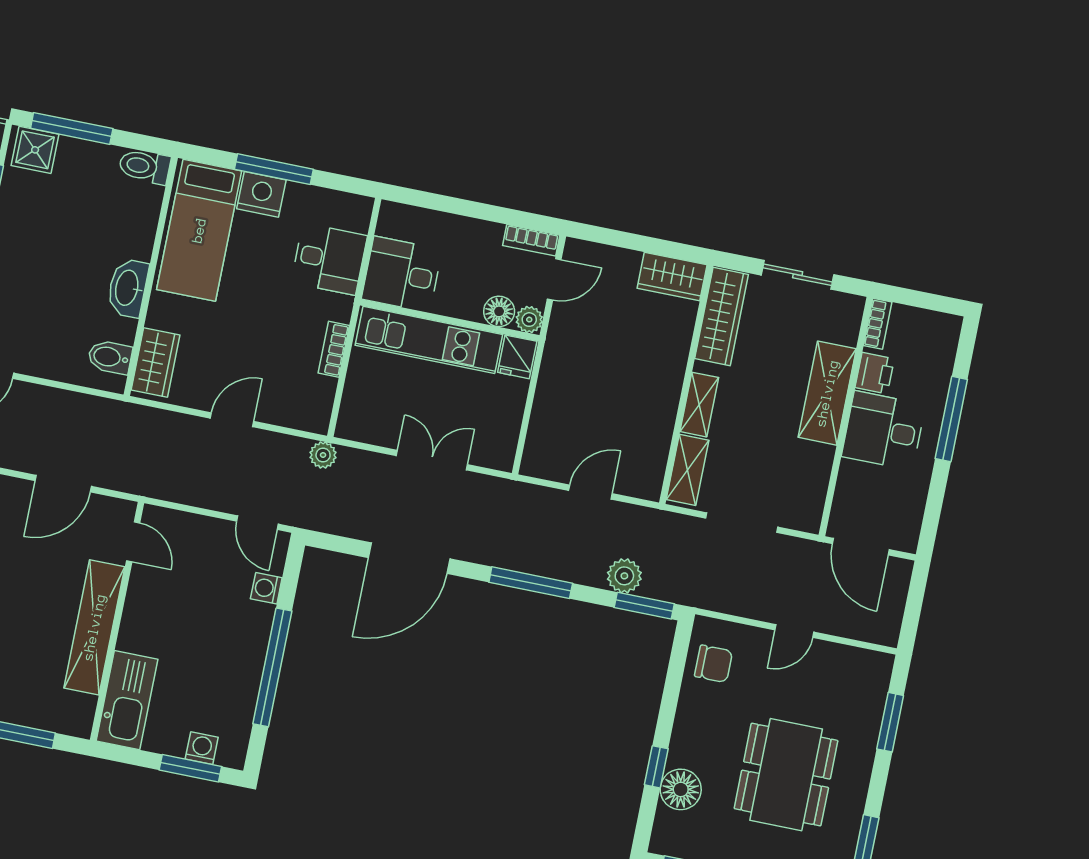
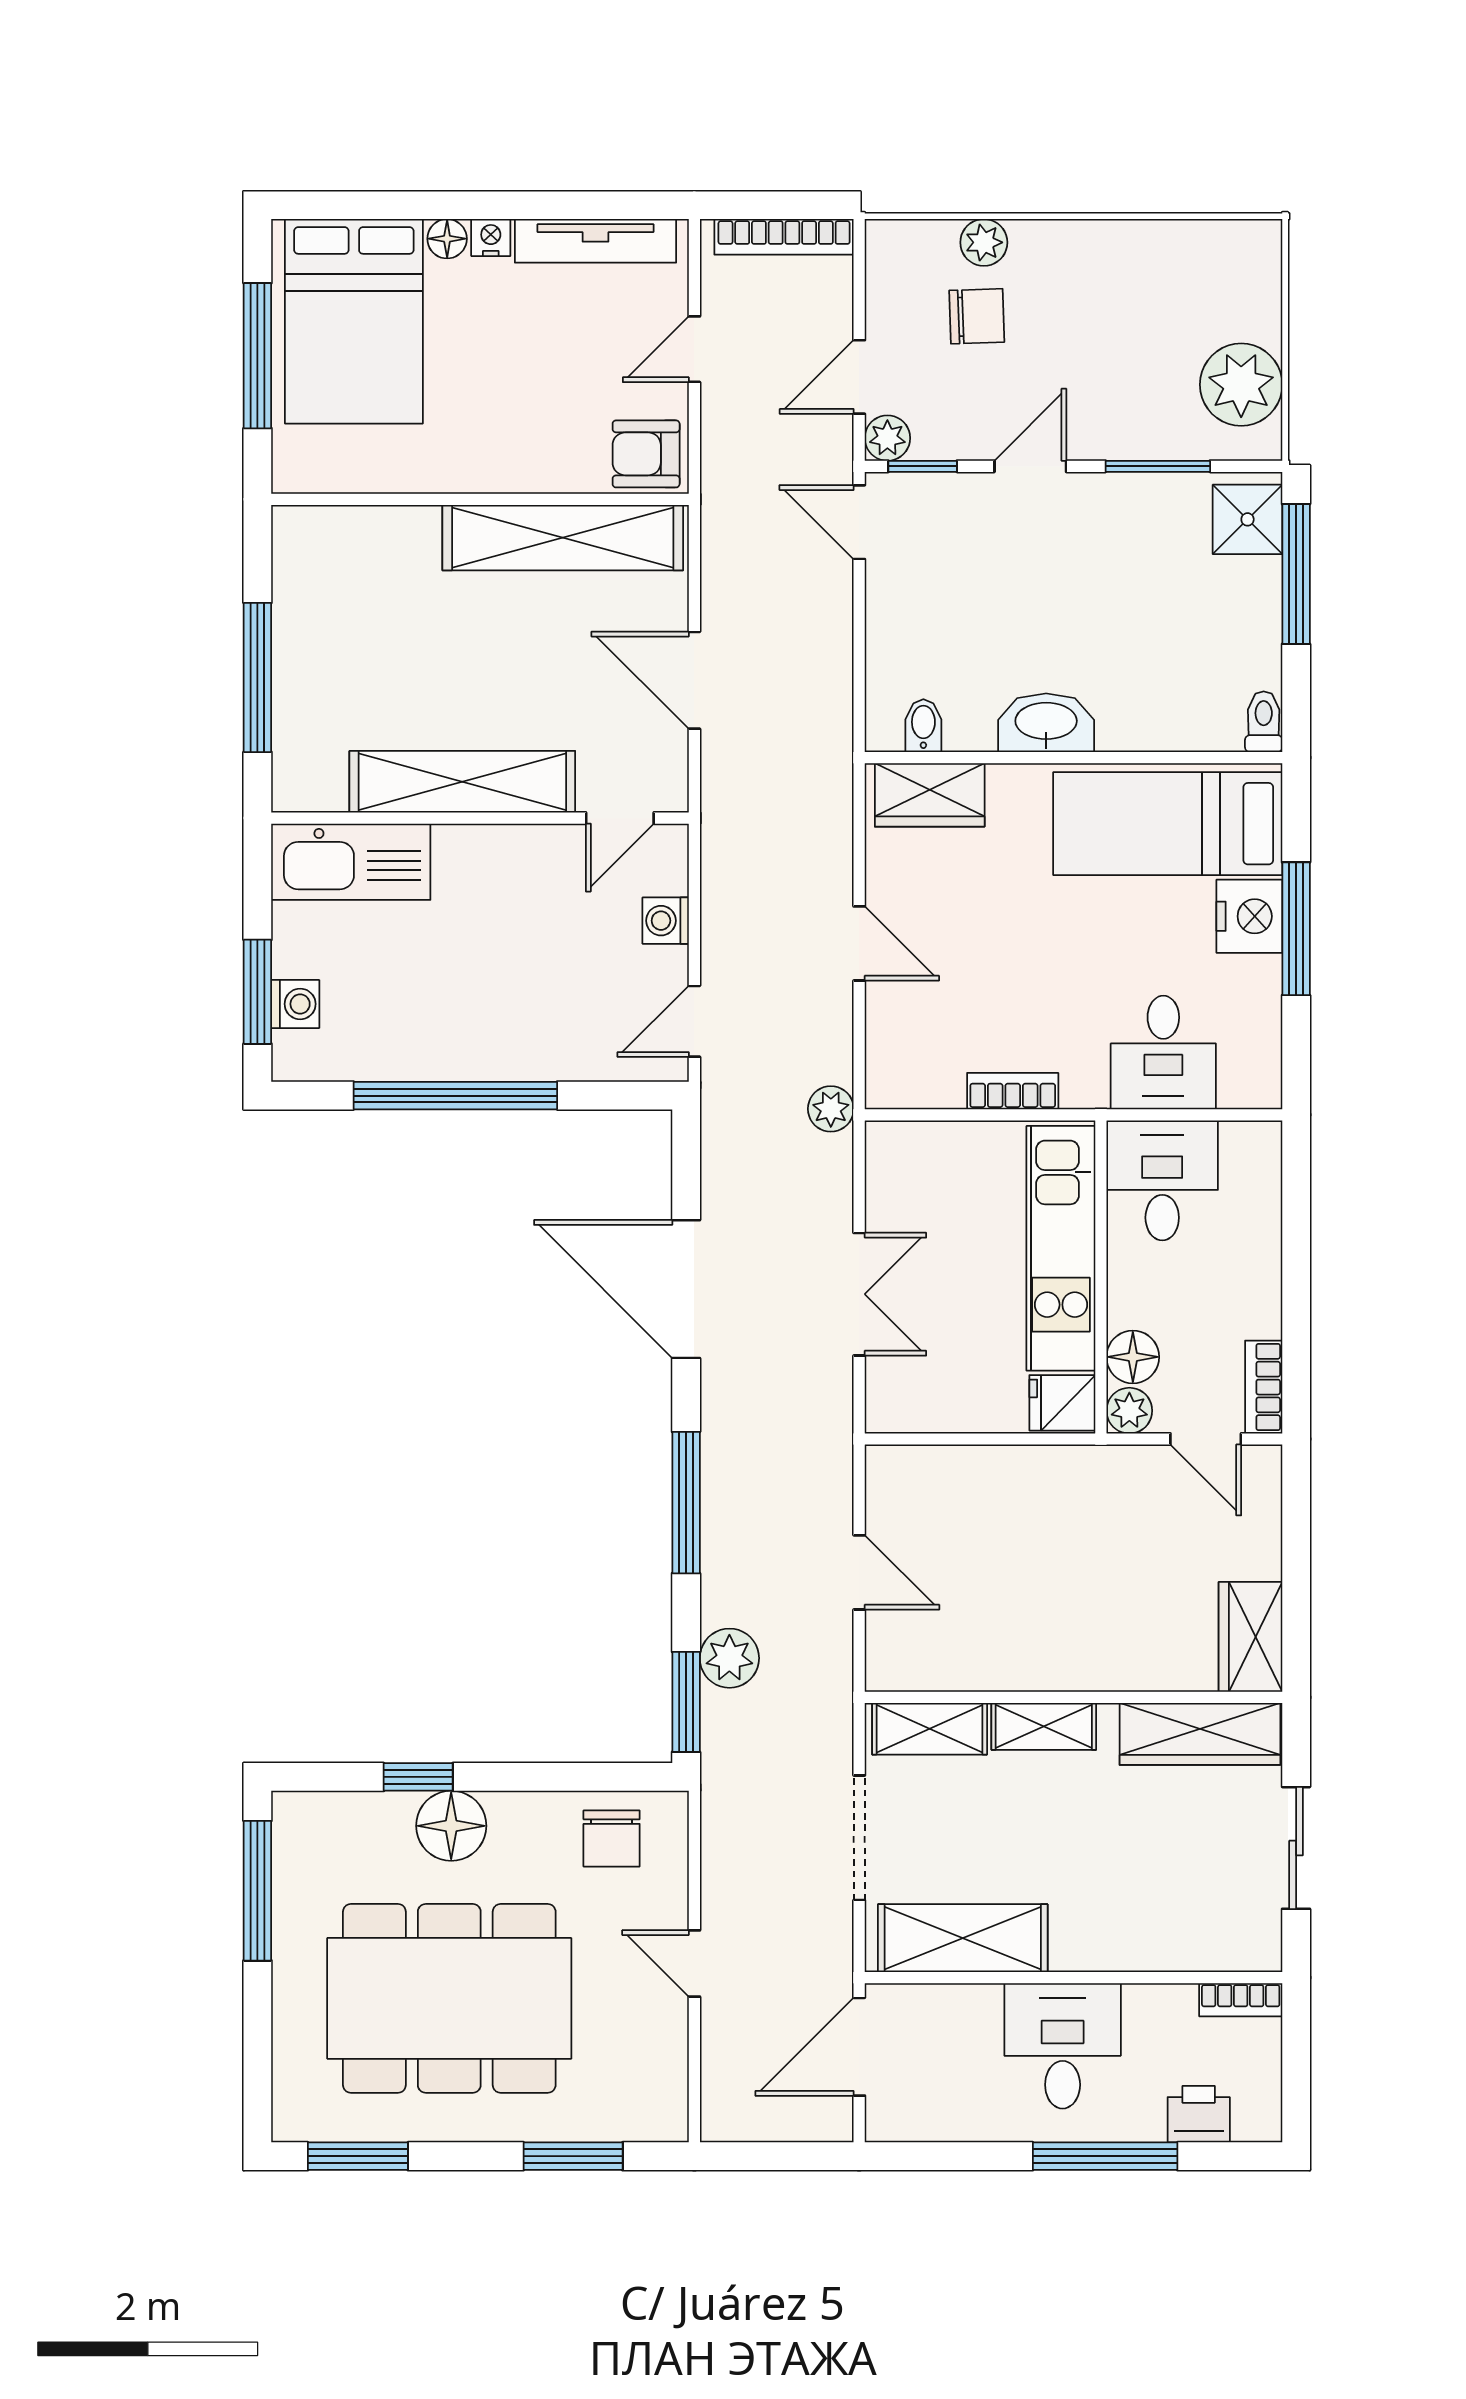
toilet: (145, 166) -> (1264, 722), width x0.73, depth x0.72
bidet: (110, 357) -> (923, 726), width x0.72, depth x0.74
printer: (875, 373) -> (1199, 2114), moved, turned 180
shelving: (827, 393) -> (963, 1938), moved
washing machine: (266, 588) -> (666, 921), moved, turned -90
dining table: (786, 775) -> (449, 1998), width x1.36, depth x1.24
floor lamp: (681, 789) -> (451, 1826), moved

